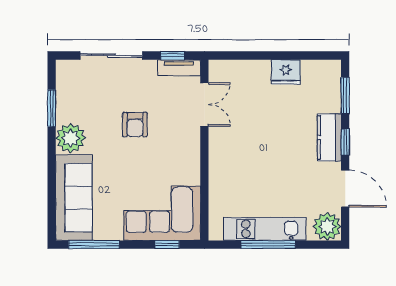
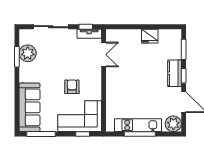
armchair: (135, 125) -> (72, 87), moved, turned 180
plant: (71, 138) -> (28, 53), moved

